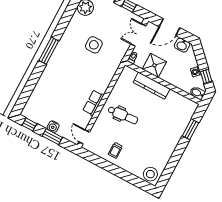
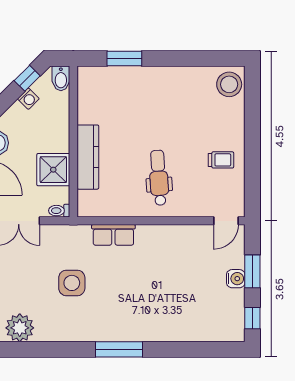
row of seats: (93, 103) -> (113, 235), moved

